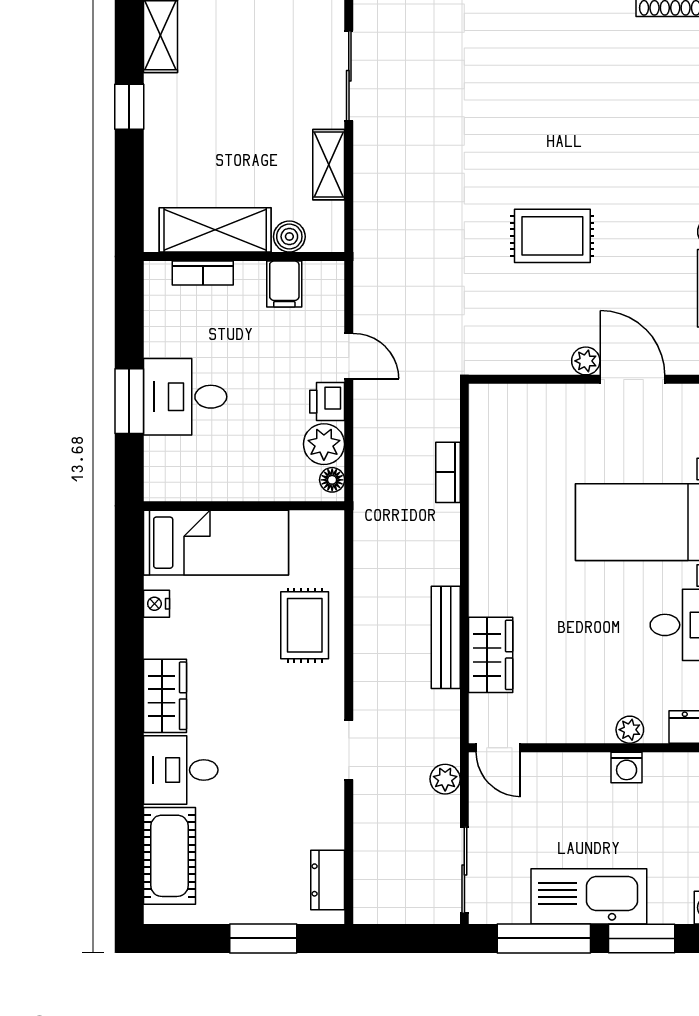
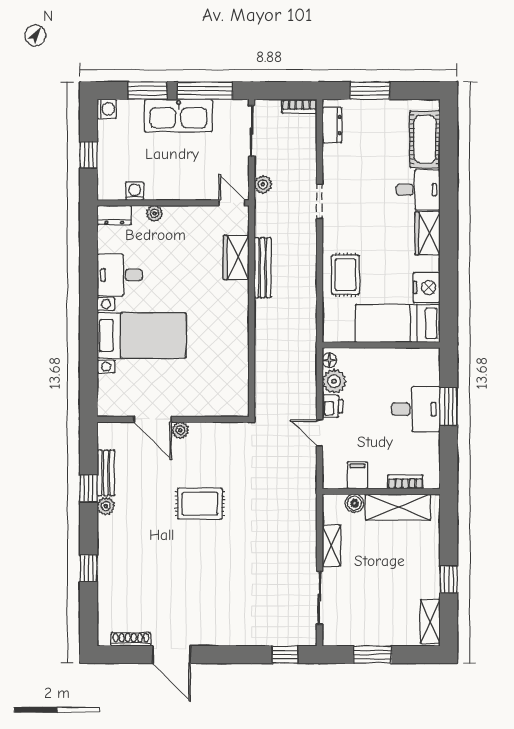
bookcase: (448, 472) -> (299, 106), moved, turned 90
nightstand: (156, 604) -> (427, 287), width x1.89, depth x1.79
washing machine: (627, 768) -> (135, 191), moved

